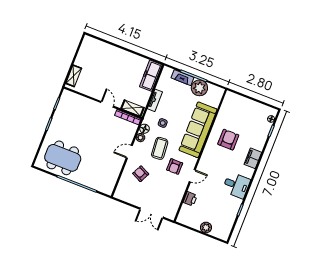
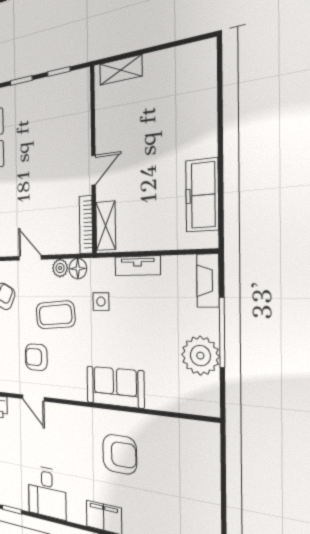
freezer: (151, 76) -> (202, 195), moved, turned -90
fireplace: (183, 78) -> (208, 281), moved
sofa: (198, 130) -> (115, 387), width x0.54, depth x0.79

